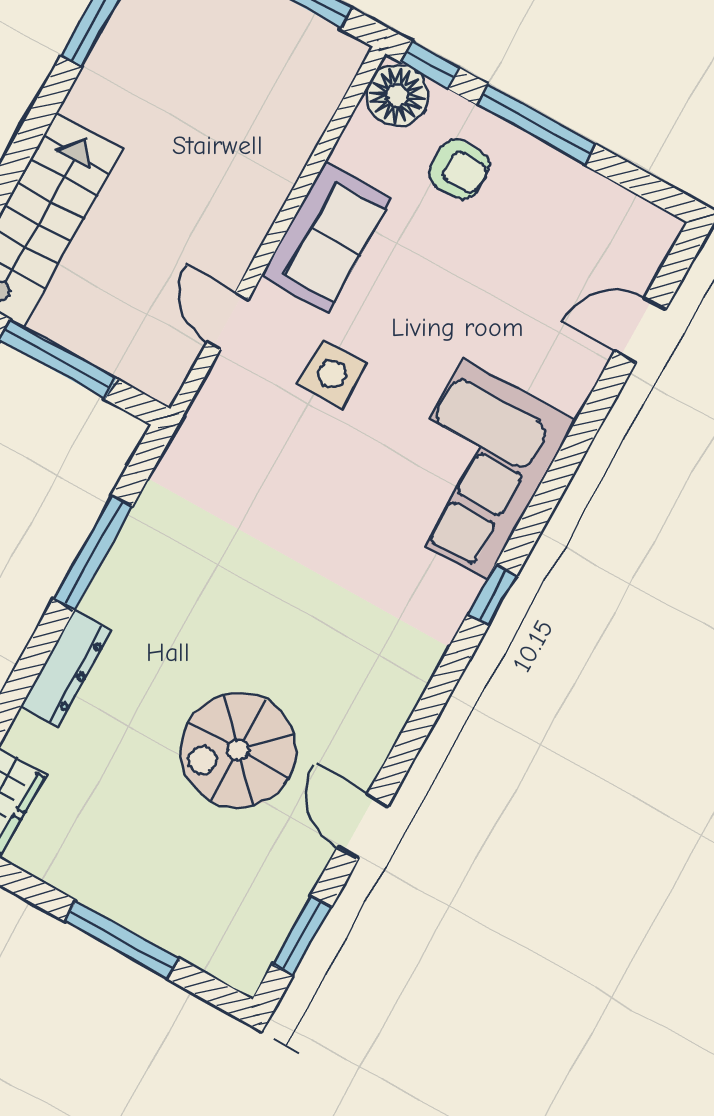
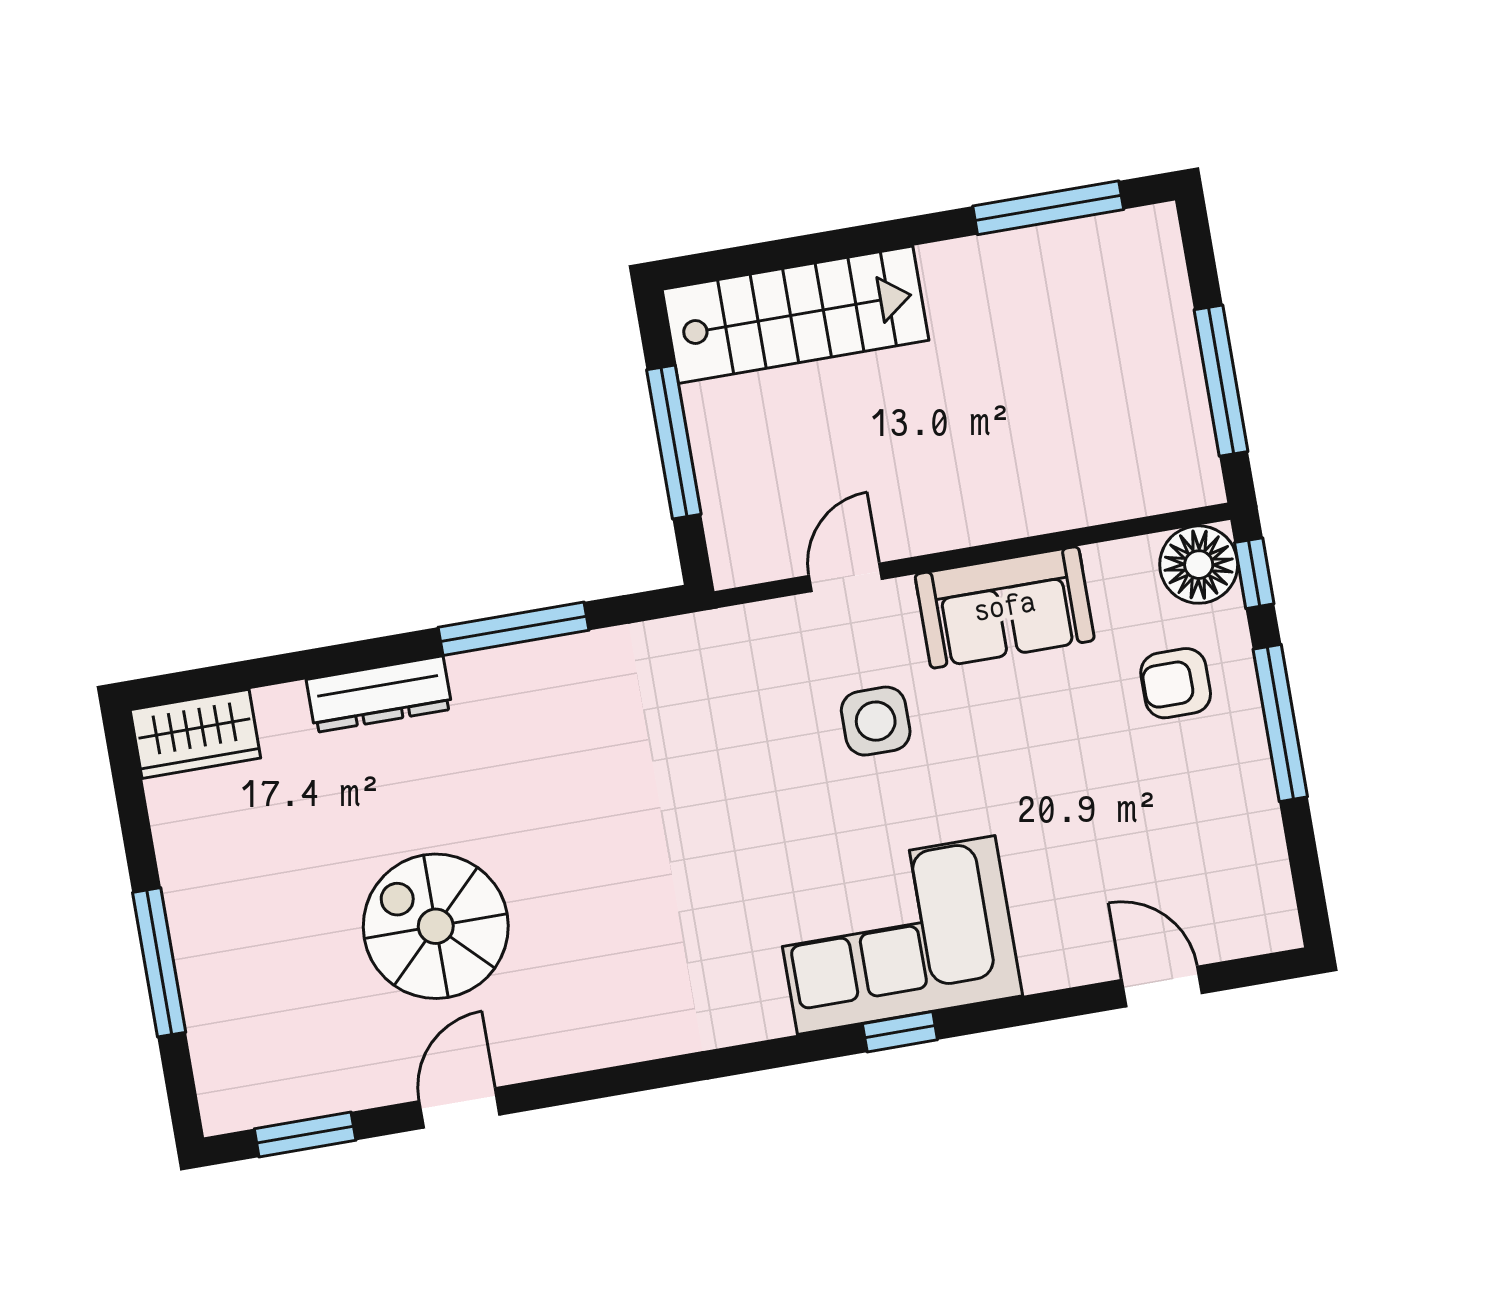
armchair: (459, 169) -> (1176, 683), turned 90
window: (492, 595) -> (900, 1032), moved

